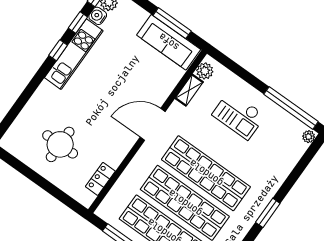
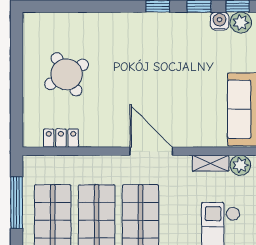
kitchen unit: (74, 54) -> (165, 24), removed
round table: (60, 144) -> (67, 74), turned -31

